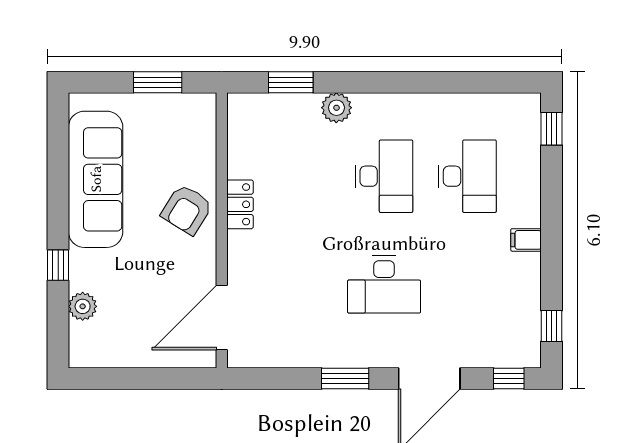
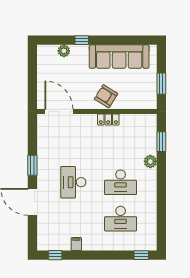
filing cabinet: (526, 240) -> (76, 244), moved
window: (509, 378) -> (32, 237), removed

